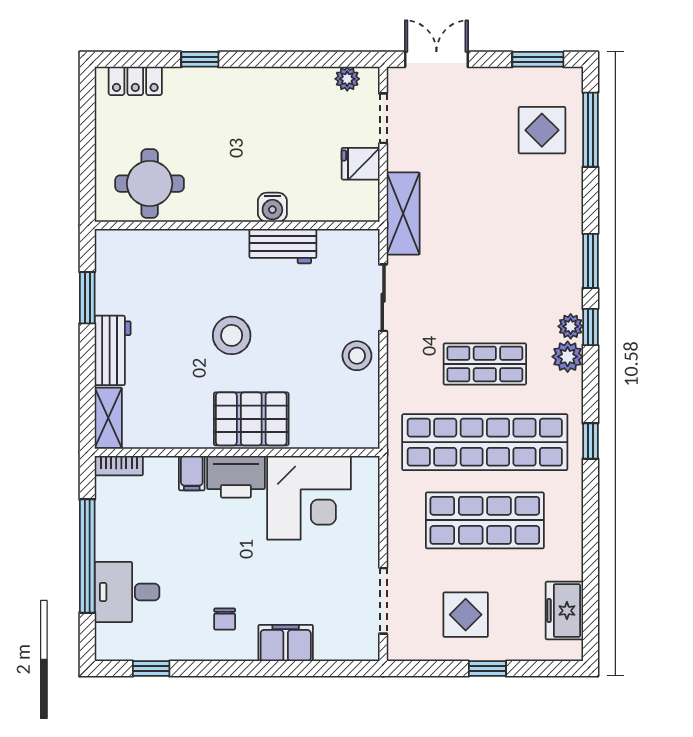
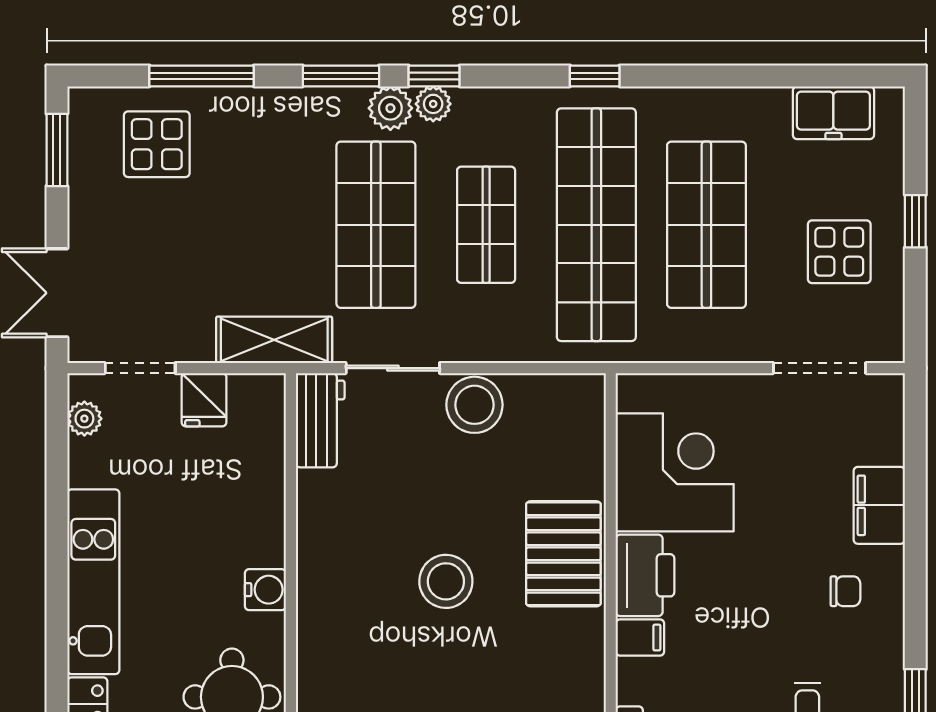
window: (200, 59) -> (57, 626), removed
kitchen unit: (231, 85) -> (93, 582), added
window: (590, 130) -> (202, 76), moved
water cooler: (272, 207) -> (265, 590), moved
workbench: (283, 246) -> (320, 420), moved
shop shelf: (485, 286) -> (376, 225), added
stool: (357, 356) -> (474, 405), width x1.38, depth x1.38
plant: (568, 357) -> (390, 108), moved

